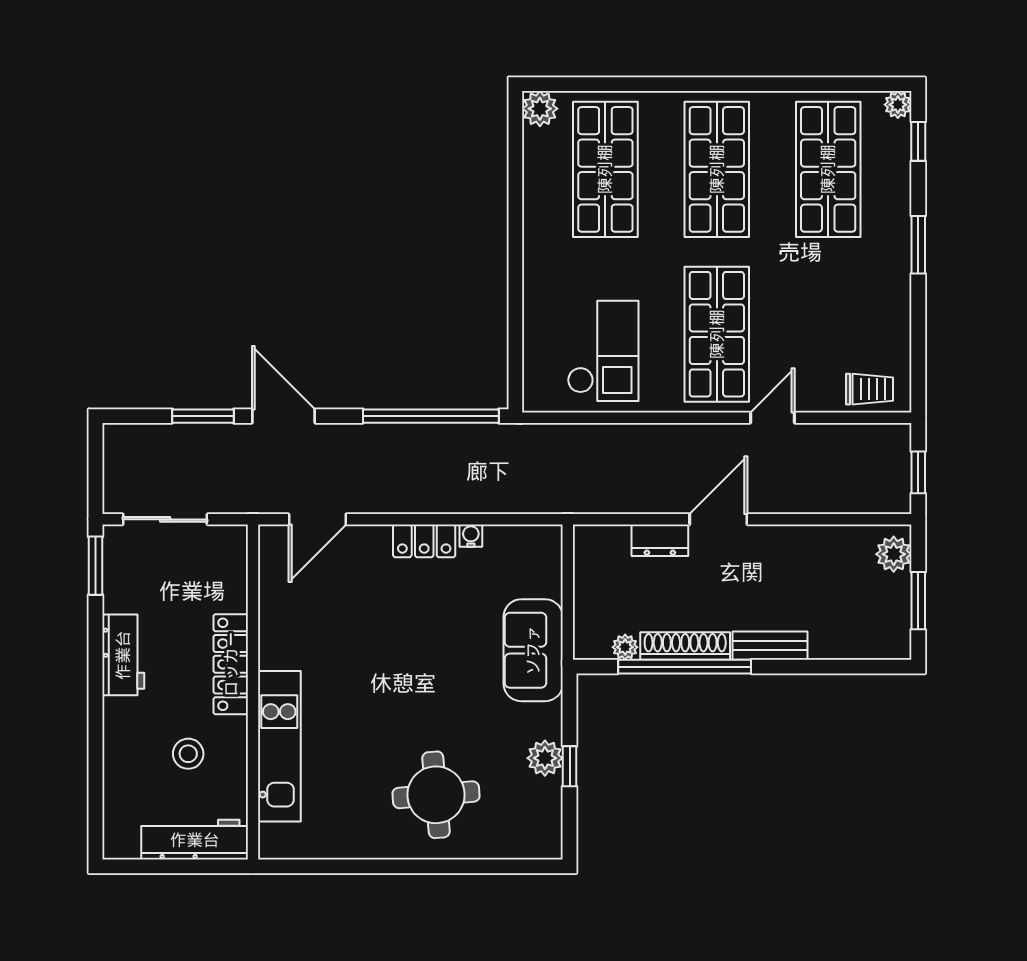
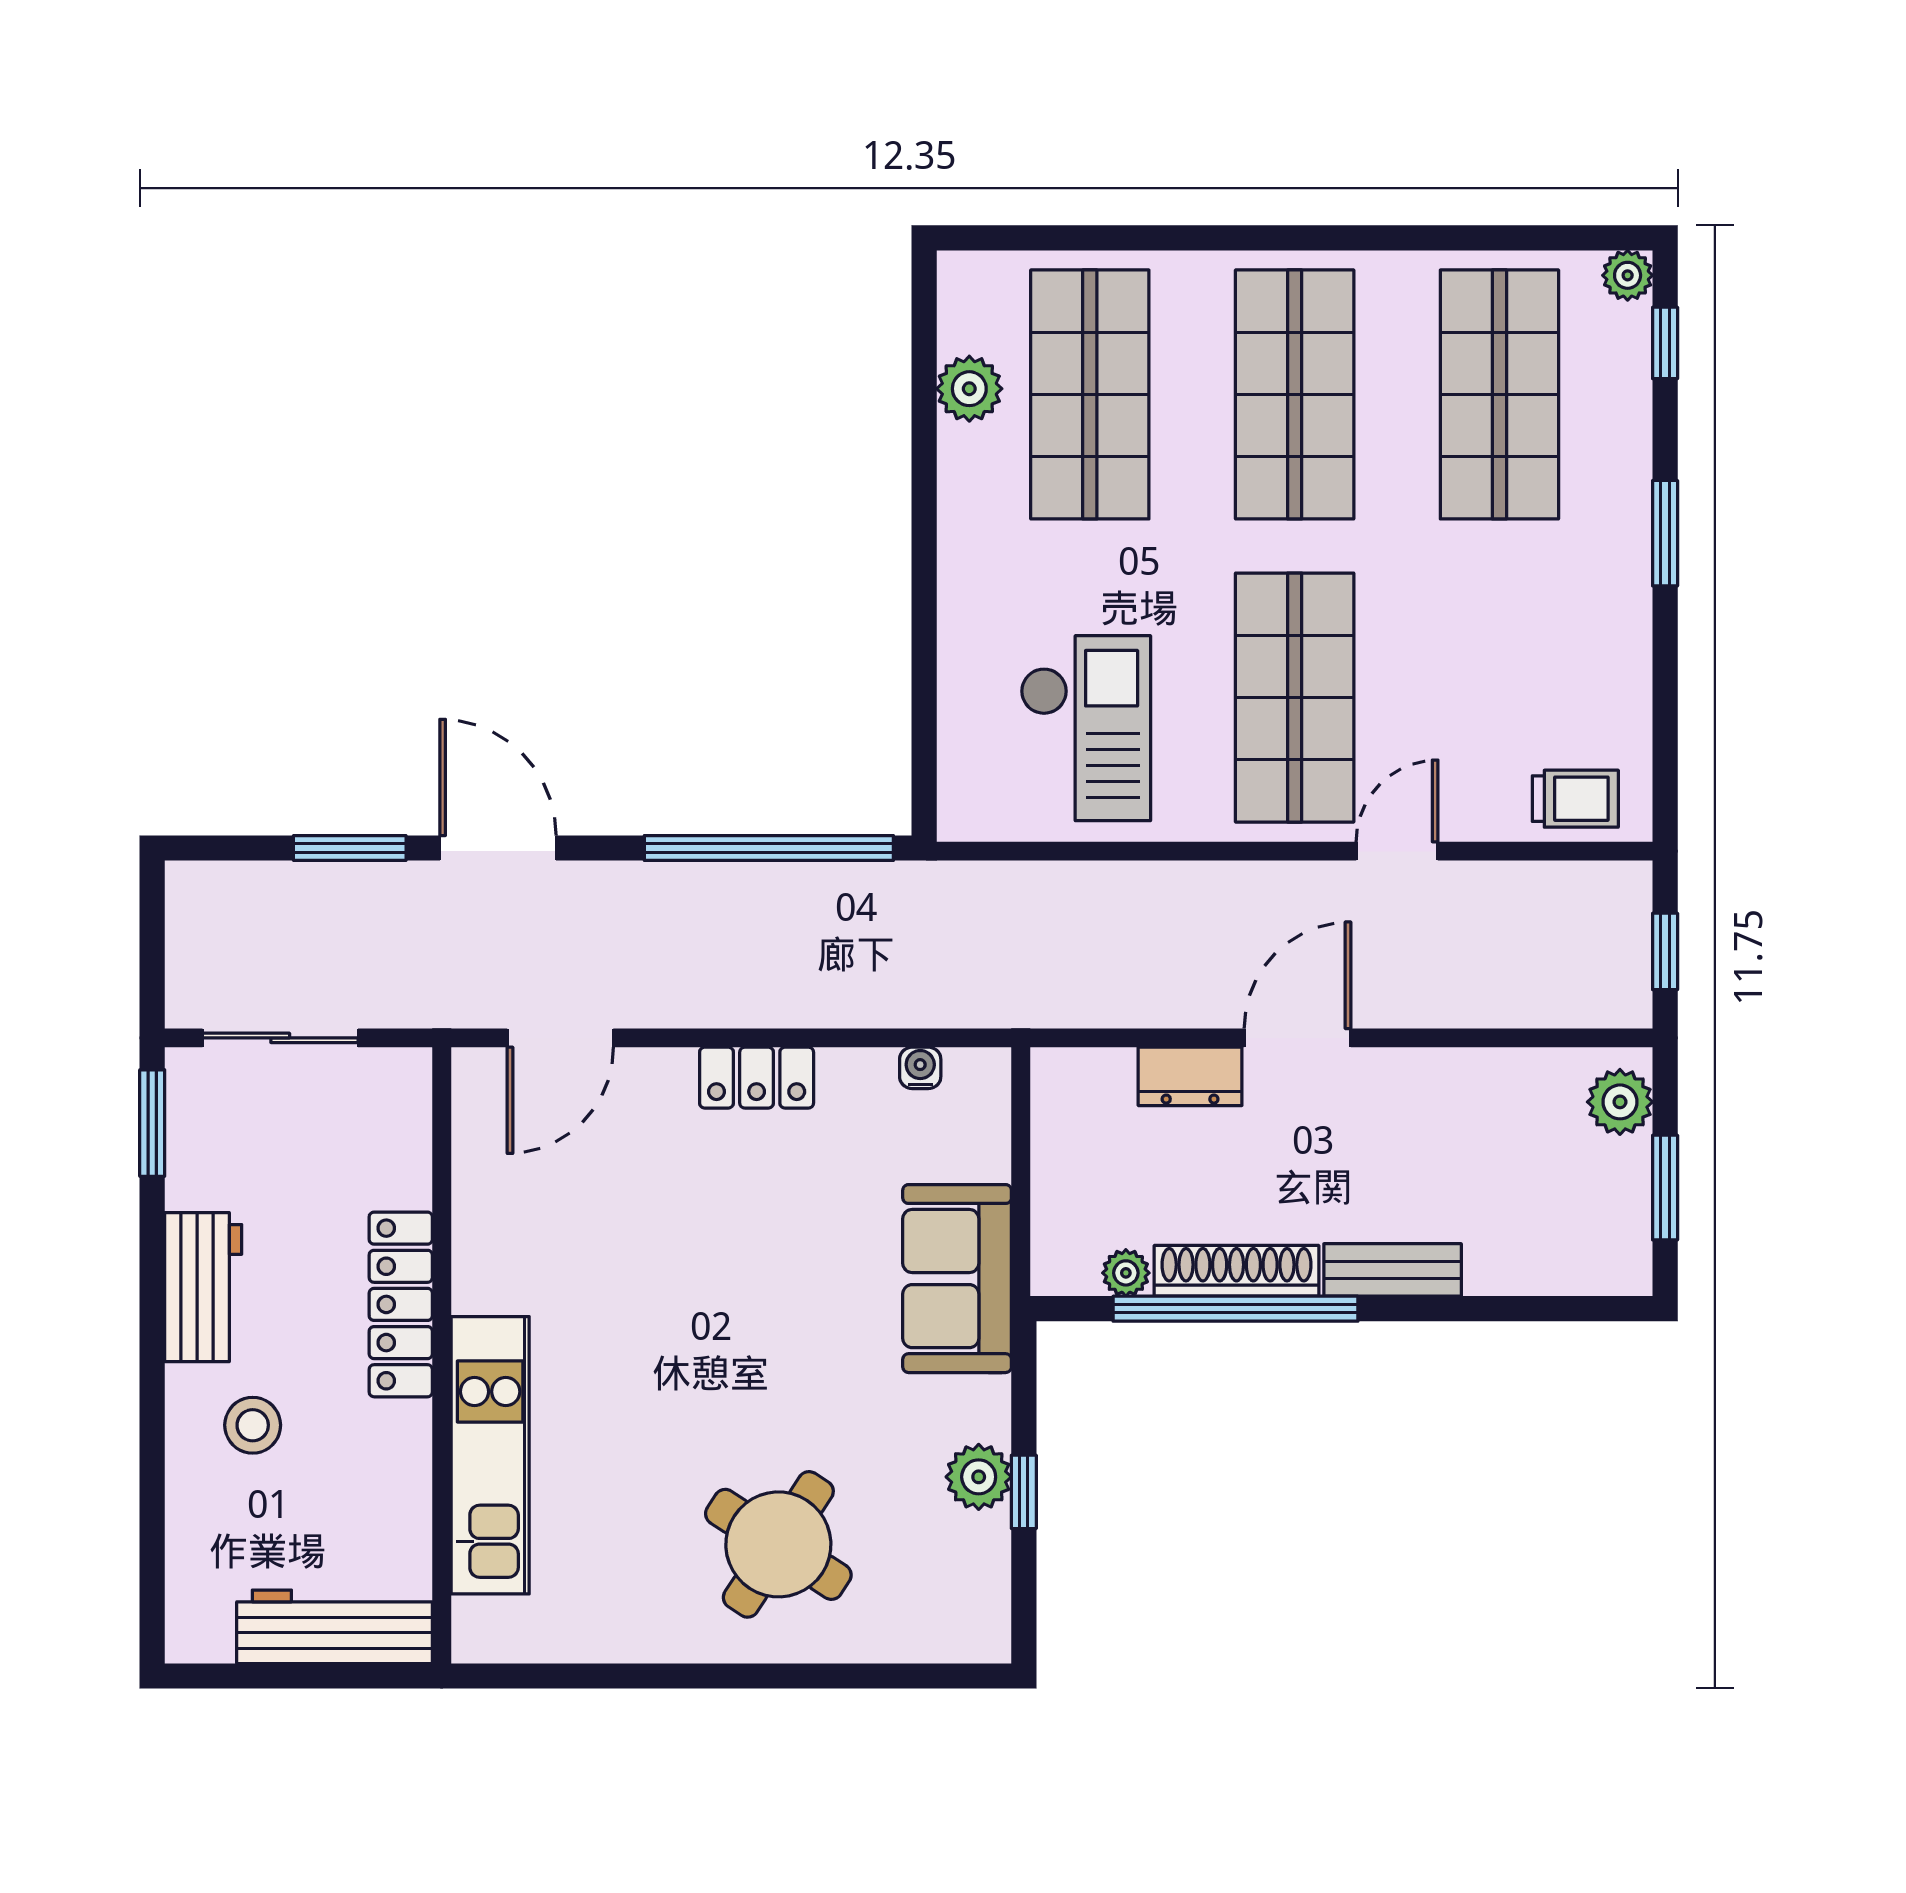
plant: (540, 109) -> (969, 389), moved
water cooler: (471, 536) -> (920, 1068), moved
stool: (188, 754) -> (253, 1425), moved
round table: (436, 795) -> (778, 1544), turned 38

